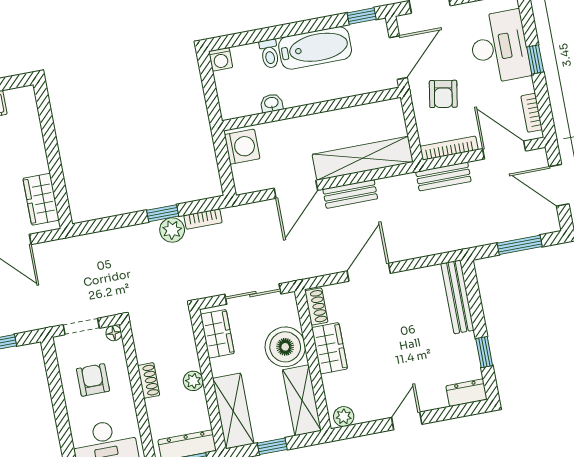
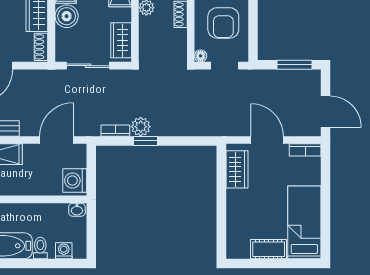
washing machine: (221, 59) -> (64, 251), moved
washbasin: (271, 103) -> (77, 210), moved
door: (296, 189) -> (57, 140), moved
boiler: (285, 347) -> (67, 16), width x0.73, depth x0.73
armchair: (93, 380) -> (223, 23), width x1.38, depth x1.38

